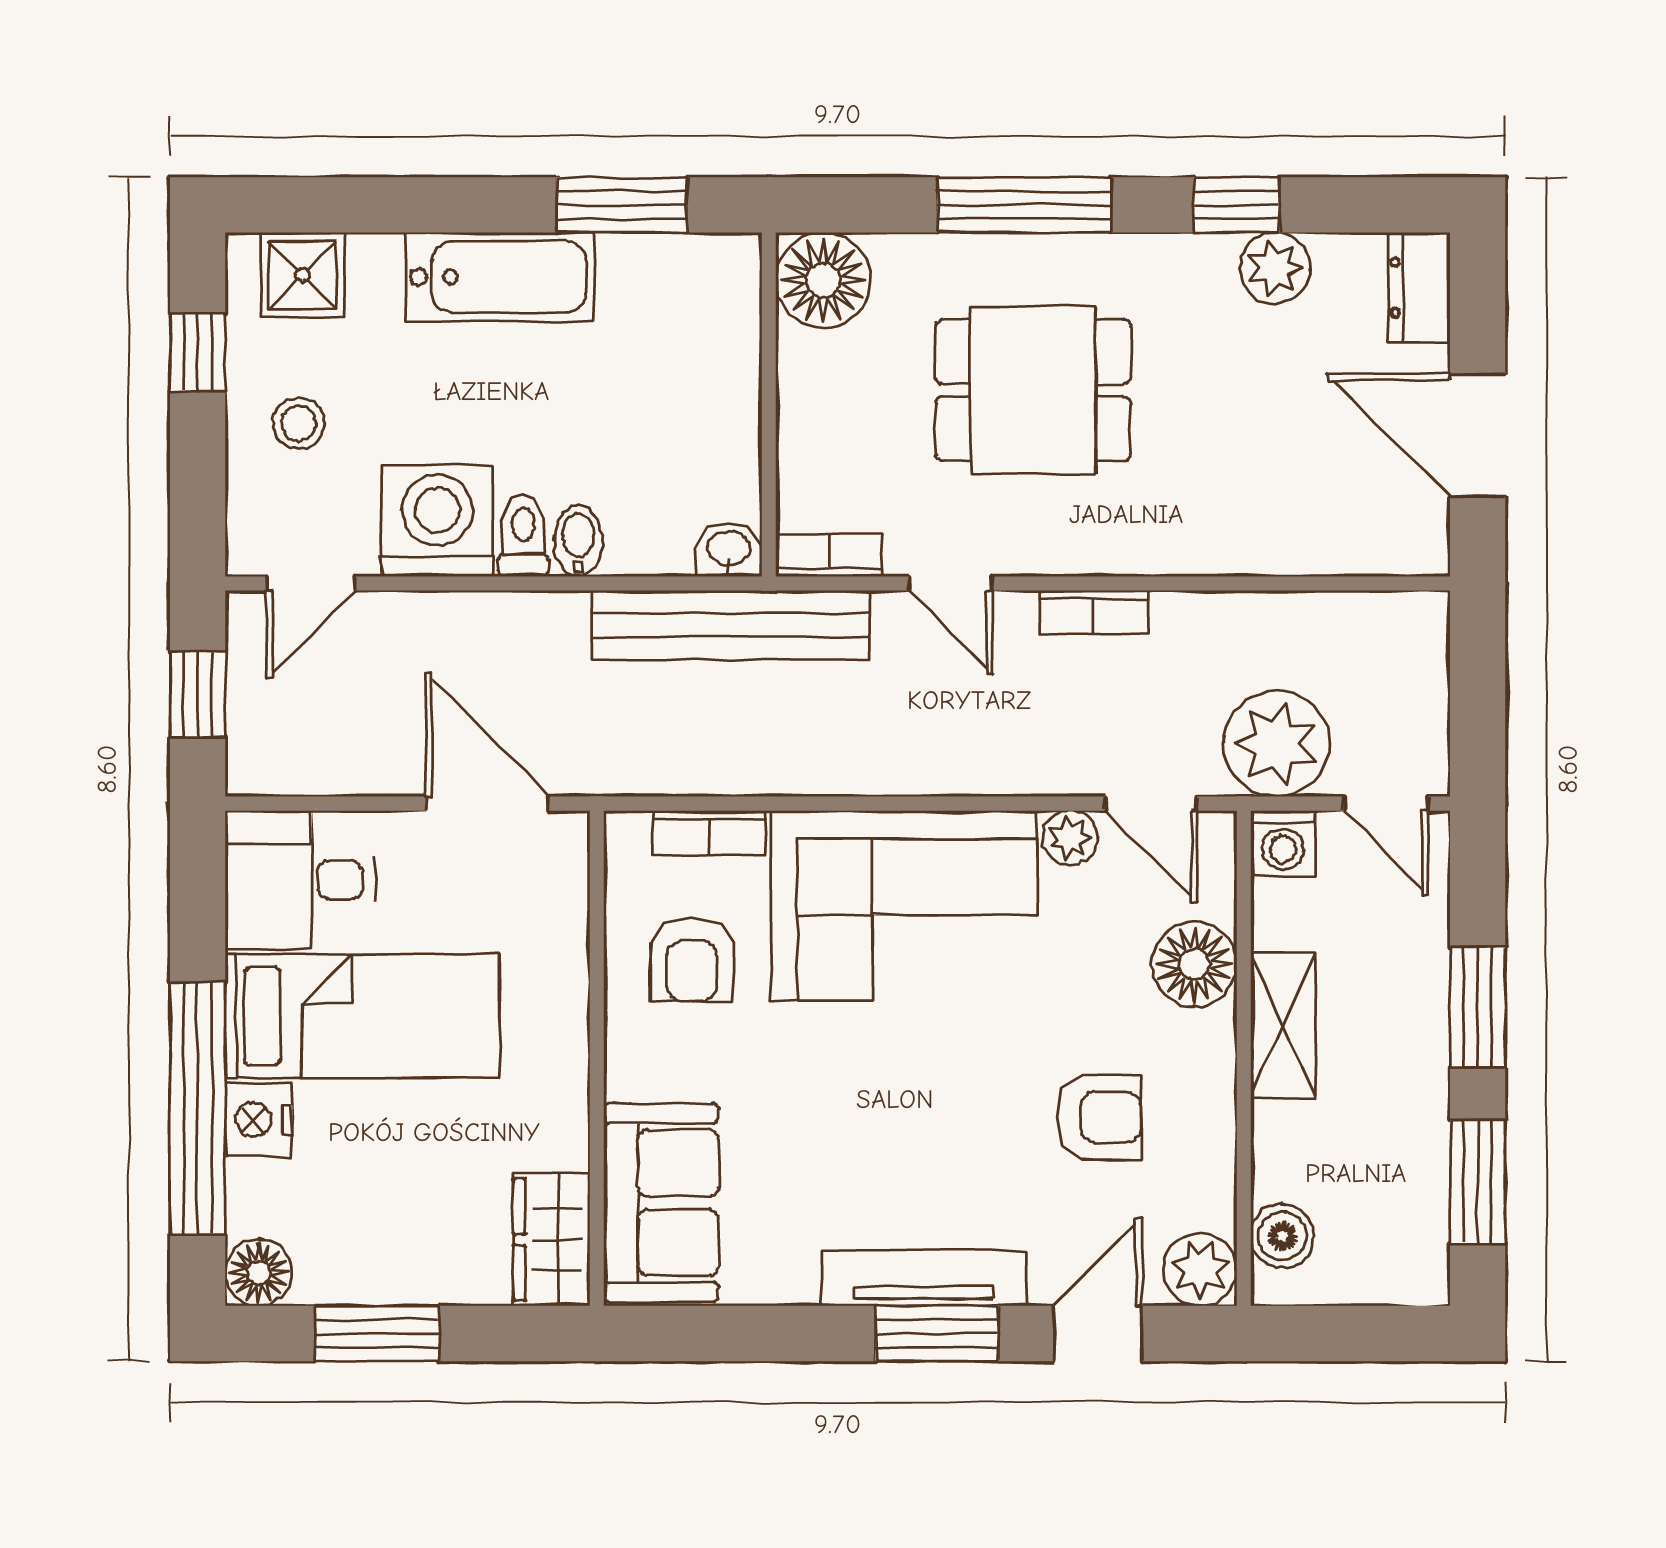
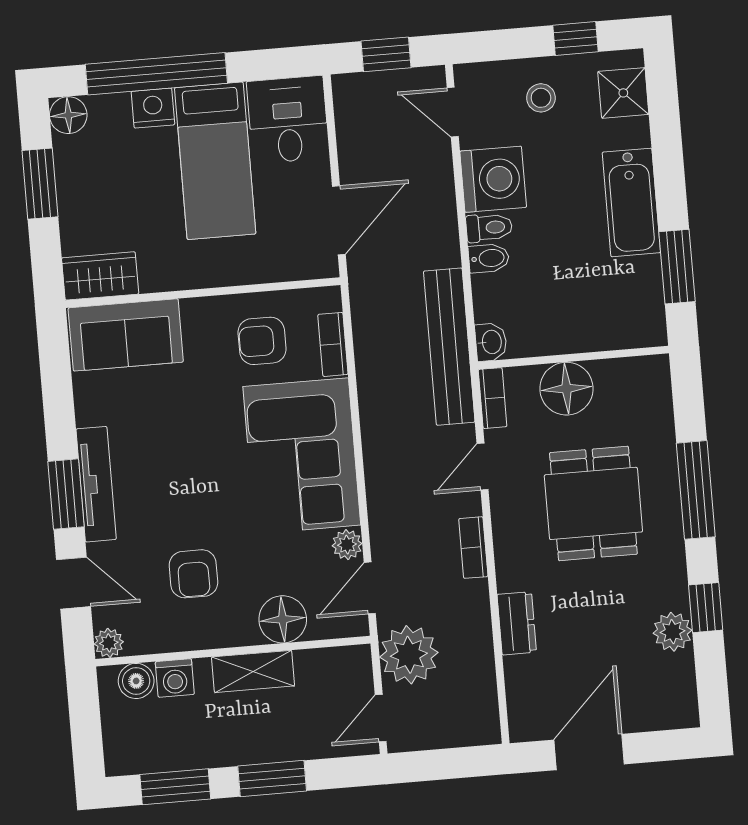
floor lamp: (823, 280) -> (566, 389), moved
dresser: (1419, 287) -> (517, 623), moved, turned 90
washing machine: (1283, 843) -> (175, 678), moved, turned -90
plant: (1200, 1269) -> (109, 643), width x0.73, depth x0.73

